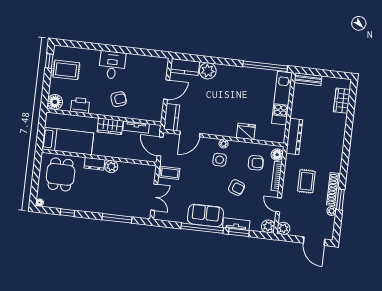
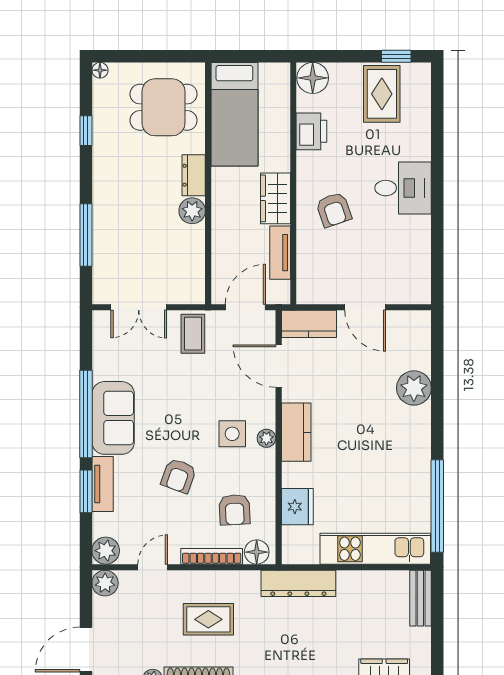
kitchen counter: (185, 67) -> (296, 432), moved, turned 180
fridge: (246, 131) -> (297, 507), moved

